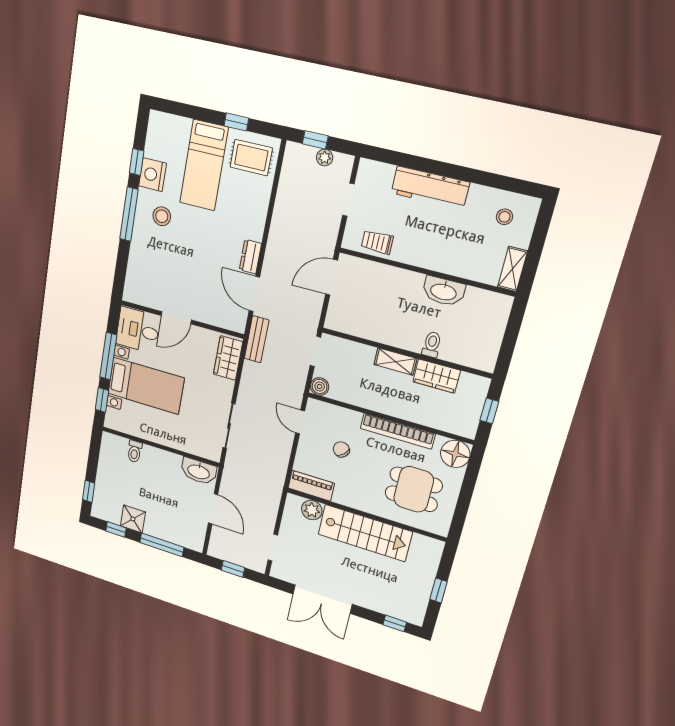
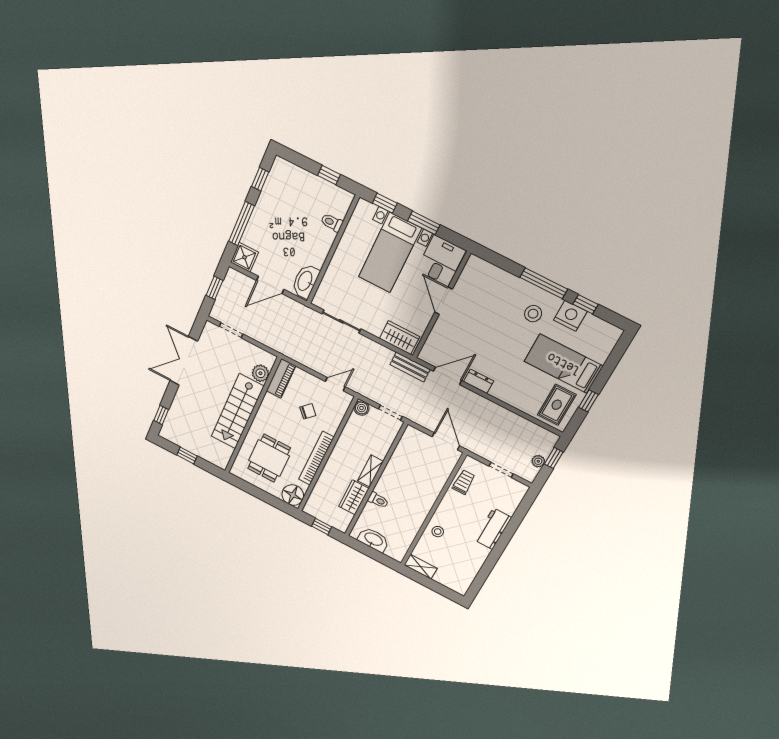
workbench: (430, 188) -> (493, 529), width x0.73
stool: (504, 217) -> (438, 532), moved
washbasin: (444, 291) -> (373, 540), moved, turned 90
window: (108, 356) -> (424, 223), width x0.69
window: (89, 491) -> (329, 175), moved
shower: (133, 519) -> (244, 257), moved

